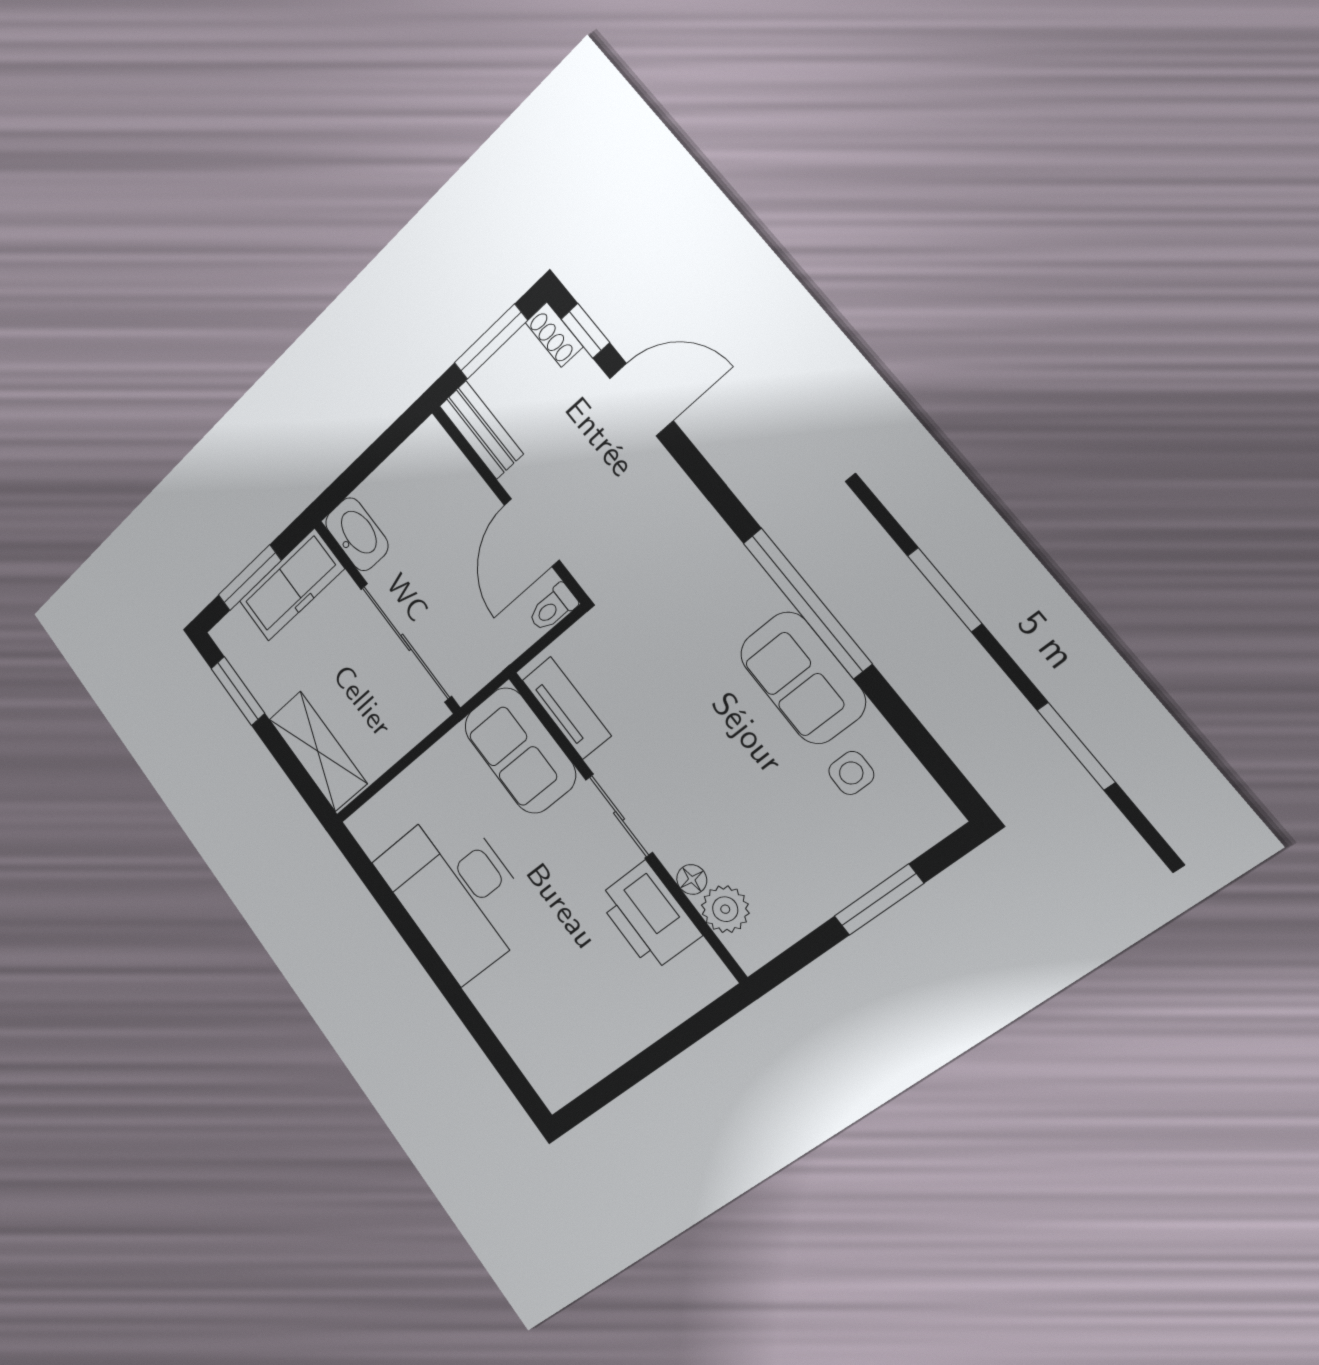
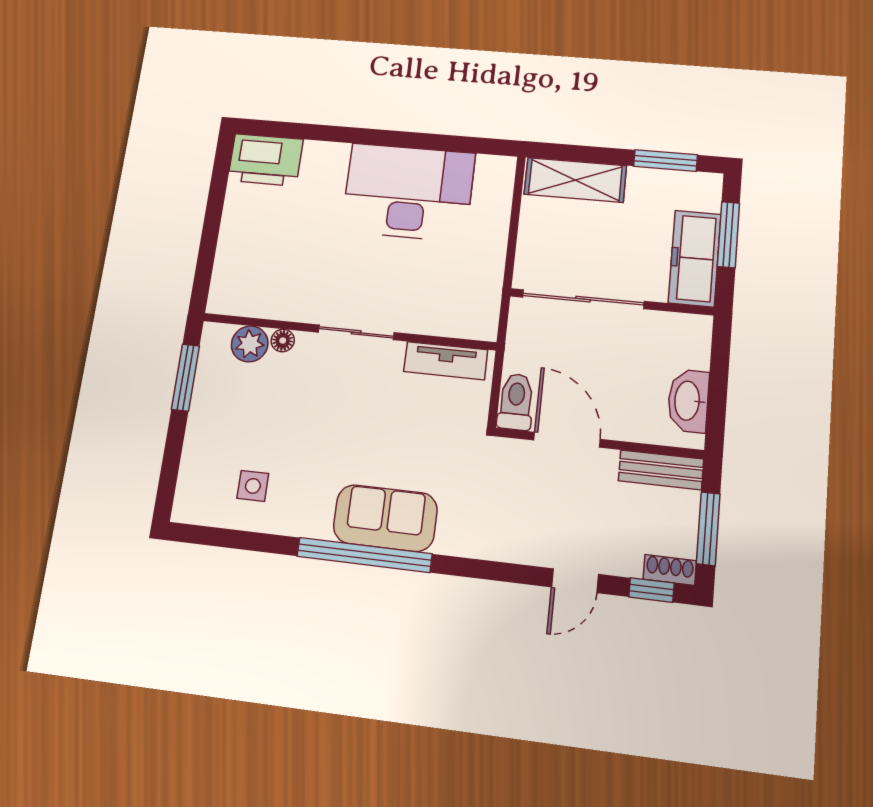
door: (641, 399) -> (575, 581), width x0.73
washbasin: (357, 534) -> (688, 401), moved, turned 90
toilet: (553, 608) -> (516, 402), width x1.37, depth x1.39
sofa: (802, 678) -> (385, 518), moved
sofa: (520, 750) -> (450, 309), removed
window: (879, 900) -> (185, 377), moved
printer: (649, 916) -> (265, 160), moved, turned 180

